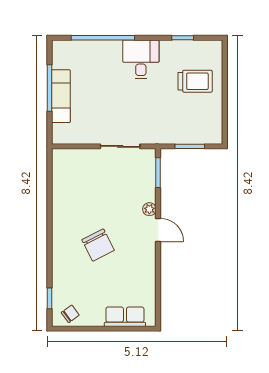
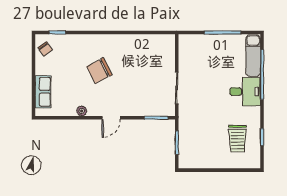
desk: (141, 59) -> (245, 92), moved
trolley: (195, 81) -> (237, 139), moved
exam couch: (61, 96) -> (253, 56), moved, turned 90
plant: (149, 209) -> (82, 111), moved

